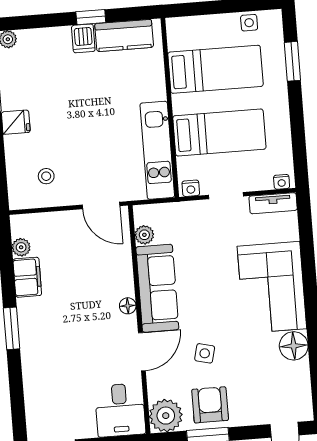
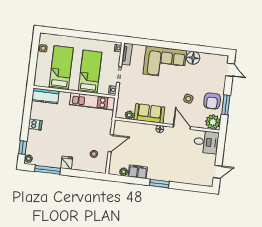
window: (91, 17) -> (23, 148), moved
kitchen counter: (124, 35) -> (45, 96), moved, turned 90
window: (292, 61) -> (65, 32), removed
door: (101, 205) -> (111, 143), moved
sofa: (157, 288) -> (149, 113), width x0.73
armchair: (210, 405) -> (212, 101), turned -90

